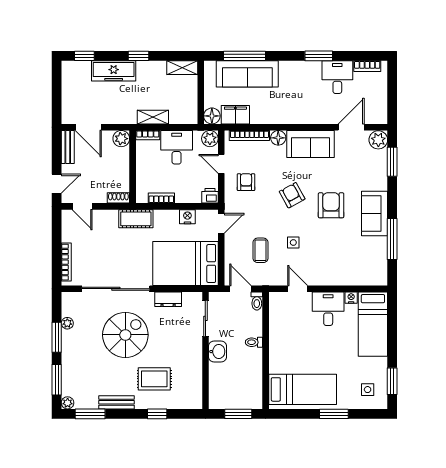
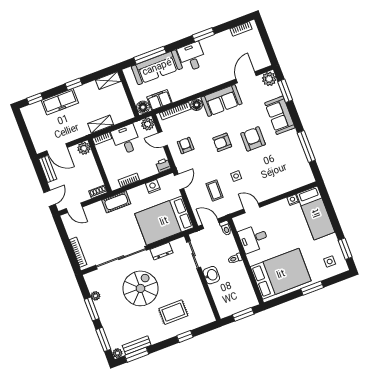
desk: (337, 77) -> (192, 57), moved
armchair: (292, 195) -> (222, 142), turned -61
sofa: (375, 213) -> (280, 115), moved
desk: (328, 309) -> (254, 239), moved, turned -90
bed: (303, 389) -> (281, 274), width x1.50
bench: (116, 402) -> (137, 345), moved

